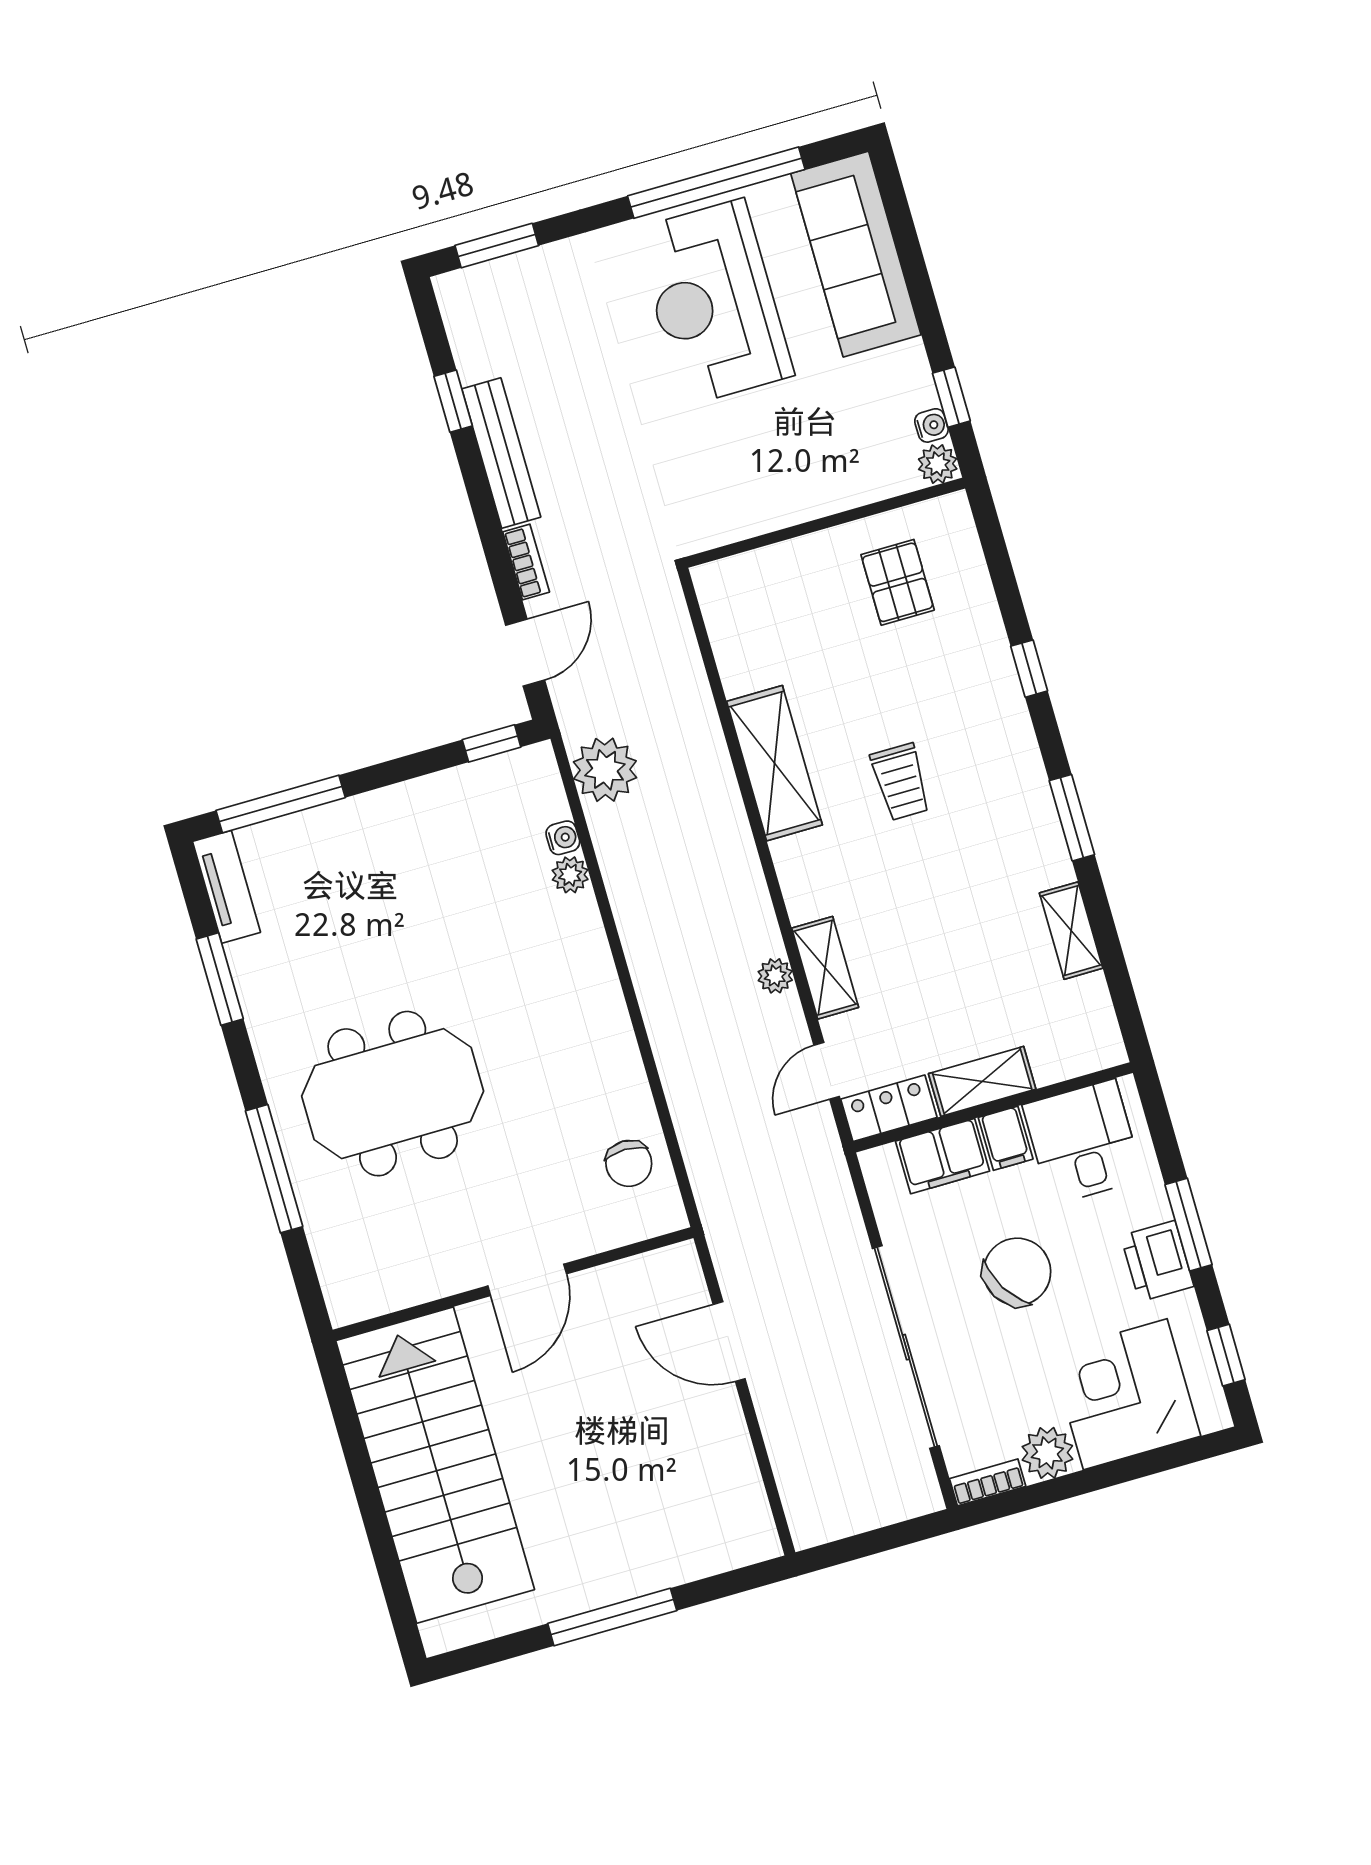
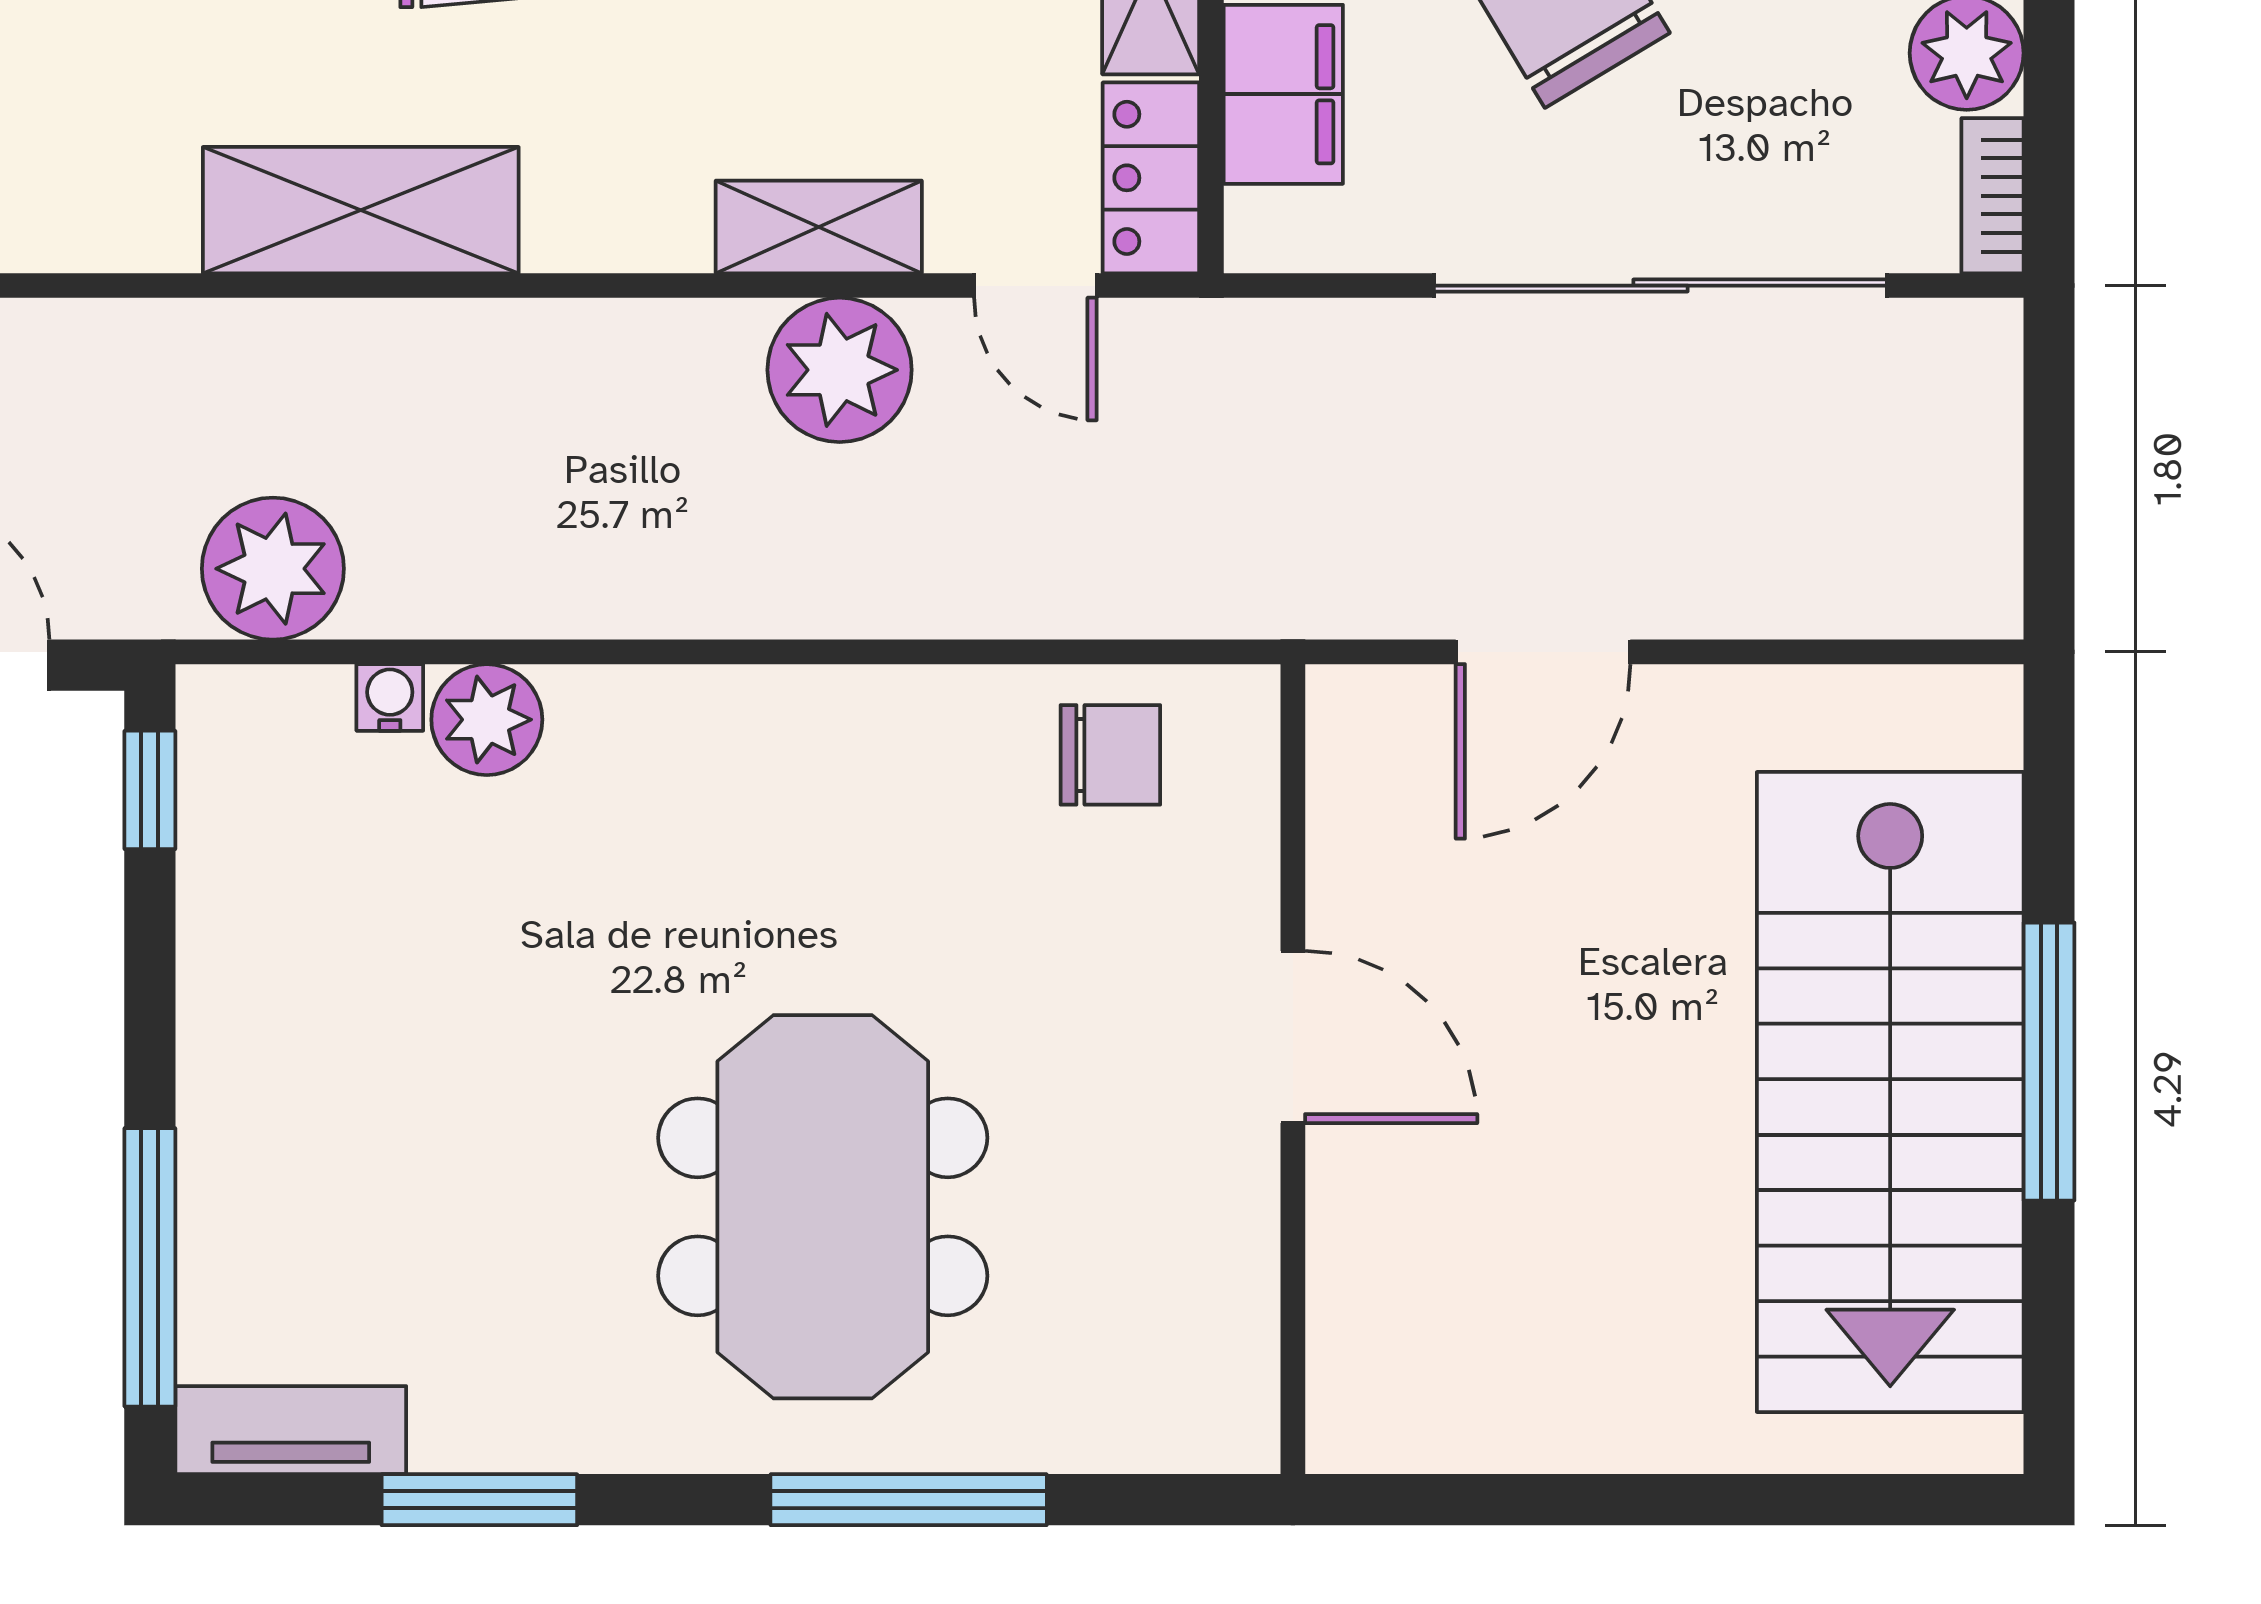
plant: (570, 875) -> (487, 720), width x1.38, depth x1.38
plant: (775, 976) -> (840, 370), width x1.87, depth x1.87
stairs: (435, 1465) -> (1890, 1092), moved, turned -90

